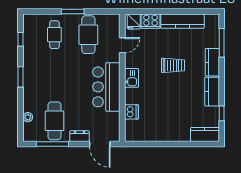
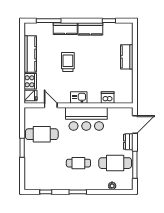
cafe table: (54, 35) -> (78, 163), moved
kitchen counter: (205, 134) -> (127, 57), moved

